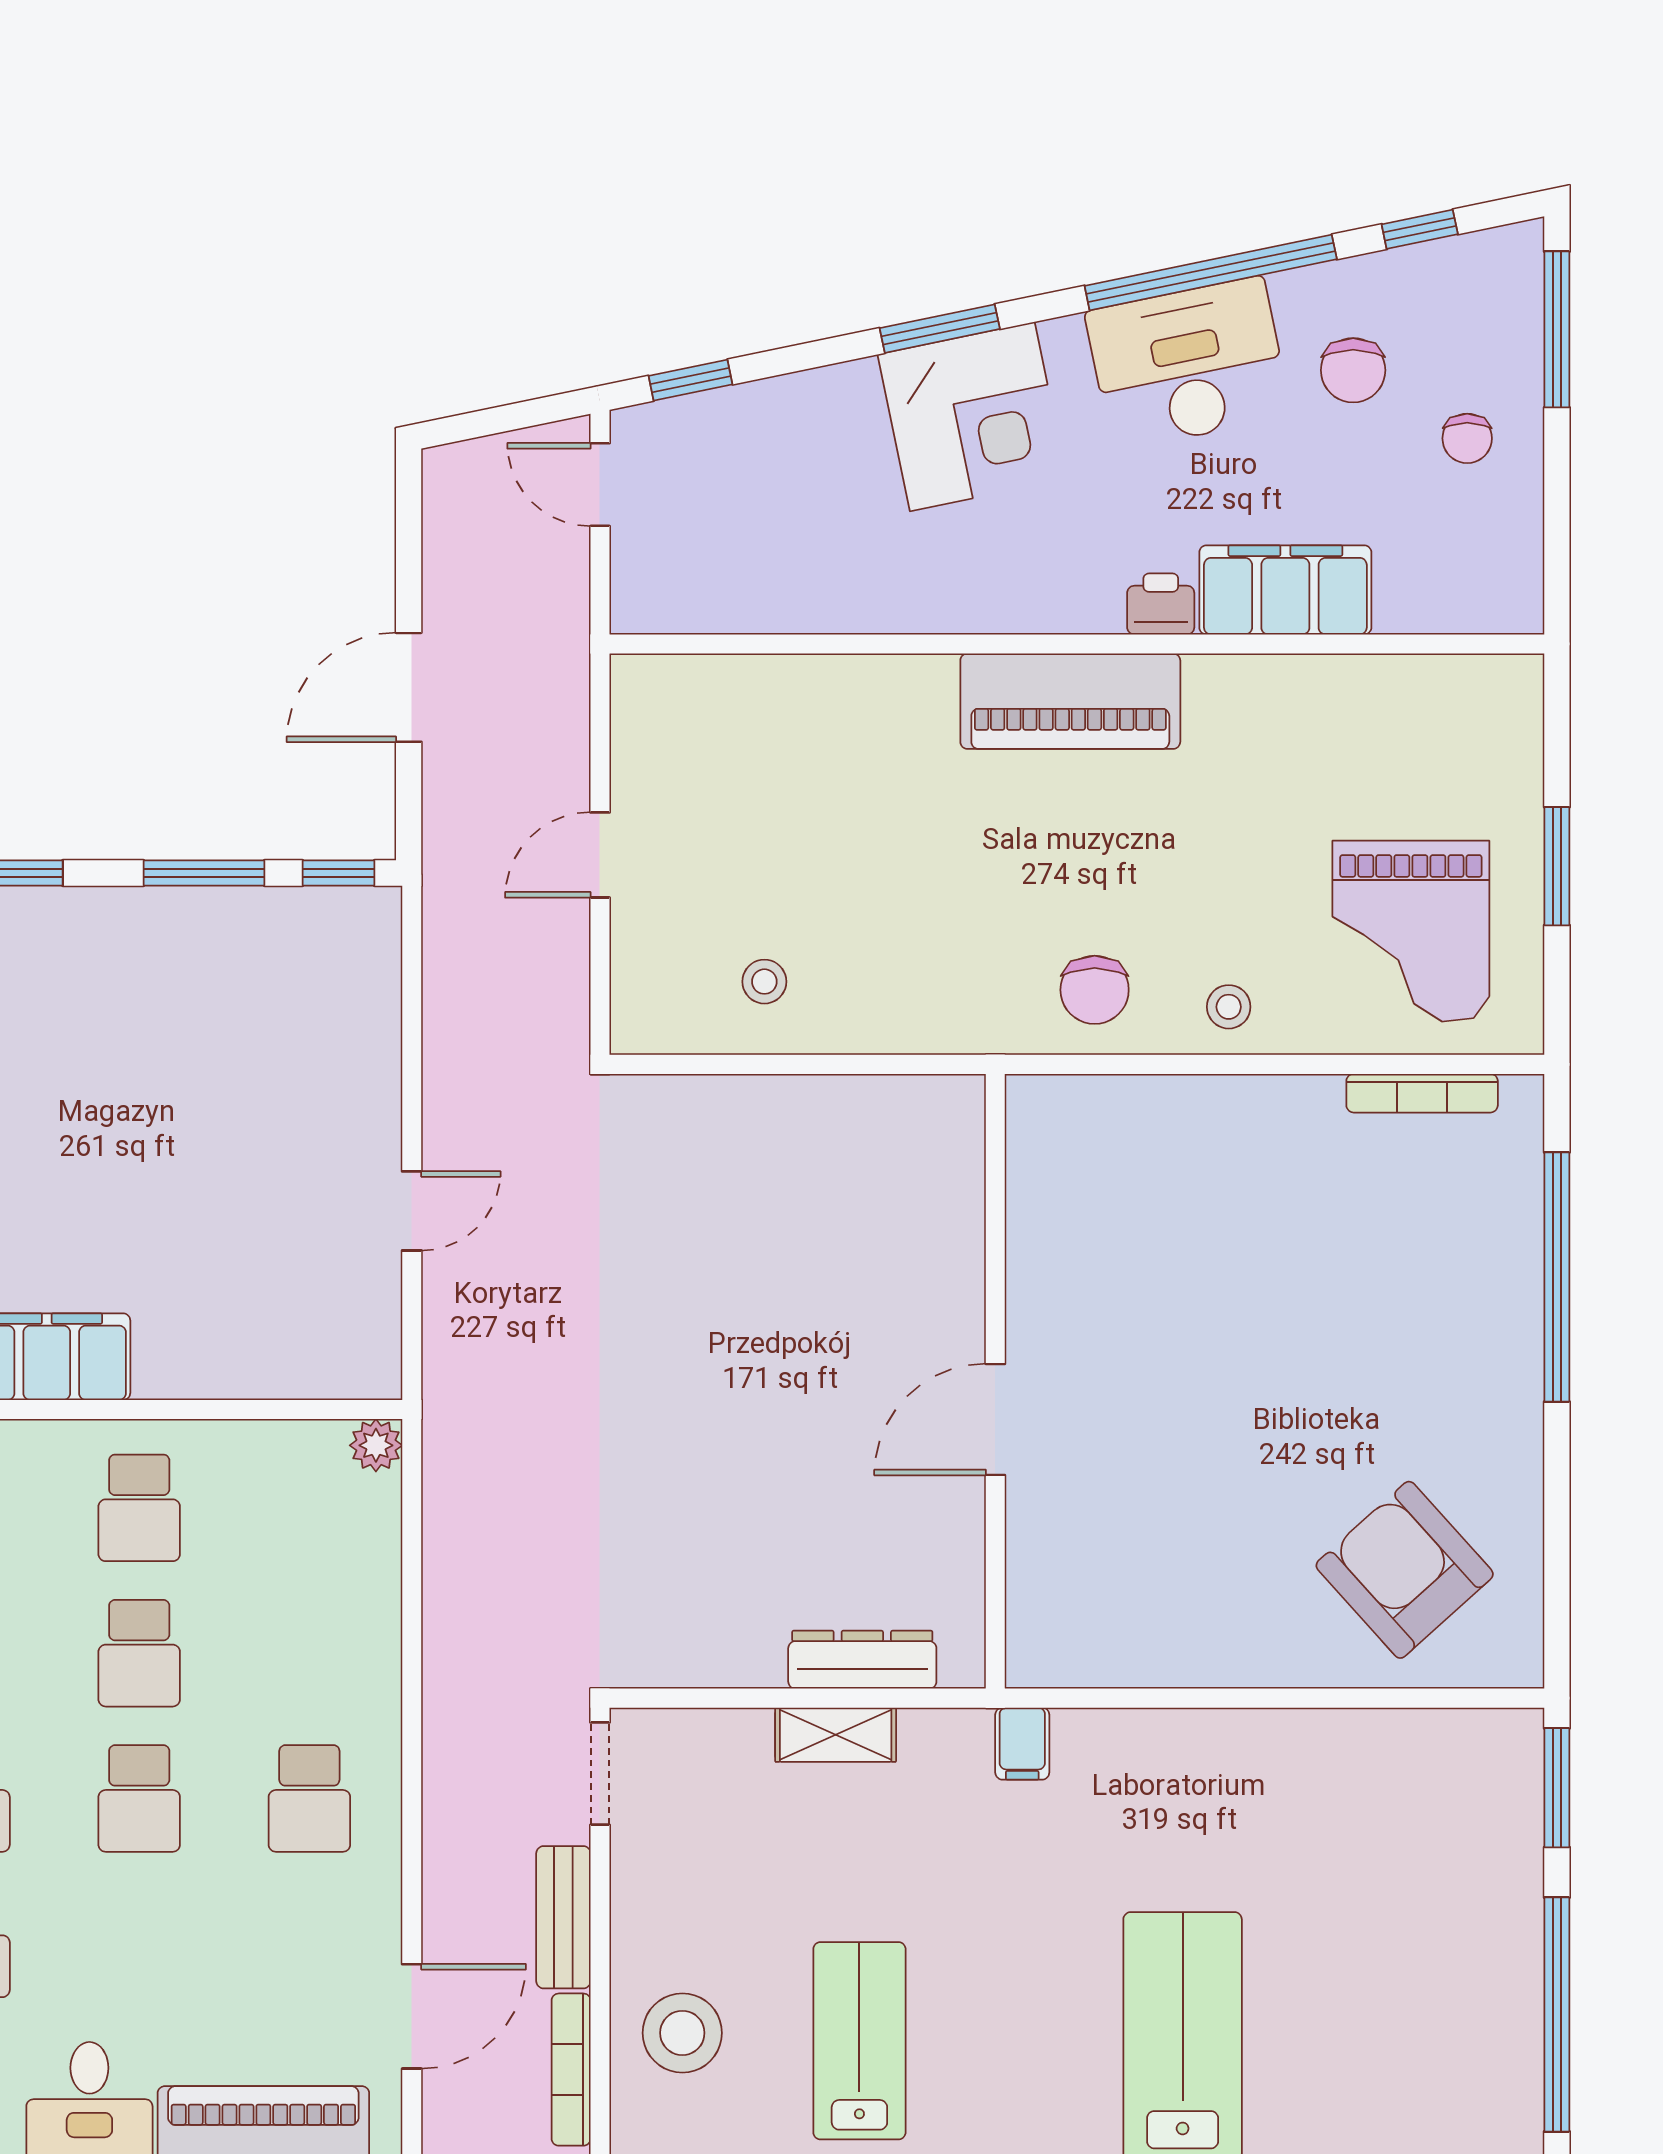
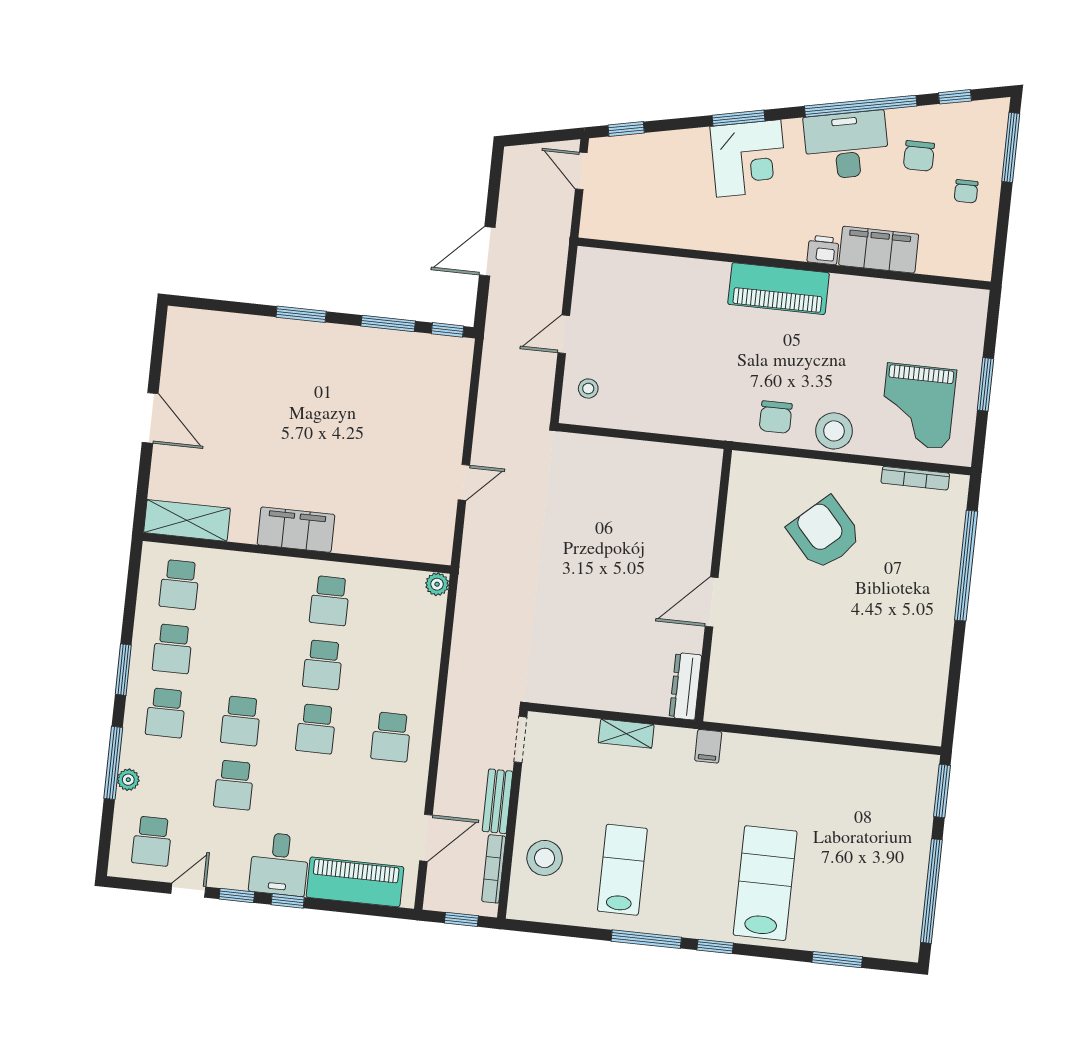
stool: (764, 982) -> (588, 389), moved
stool: (1229, 1007) -> (834, 431), width x1.89, depth x1.89
armchair: (1405, 1570) -> (825, 533), moved
dresser: (862, 1660) -> (685, 686), moved, turned -90

